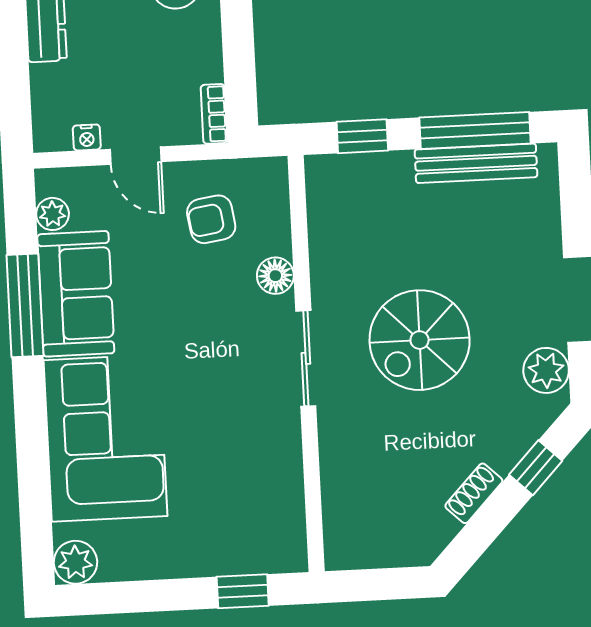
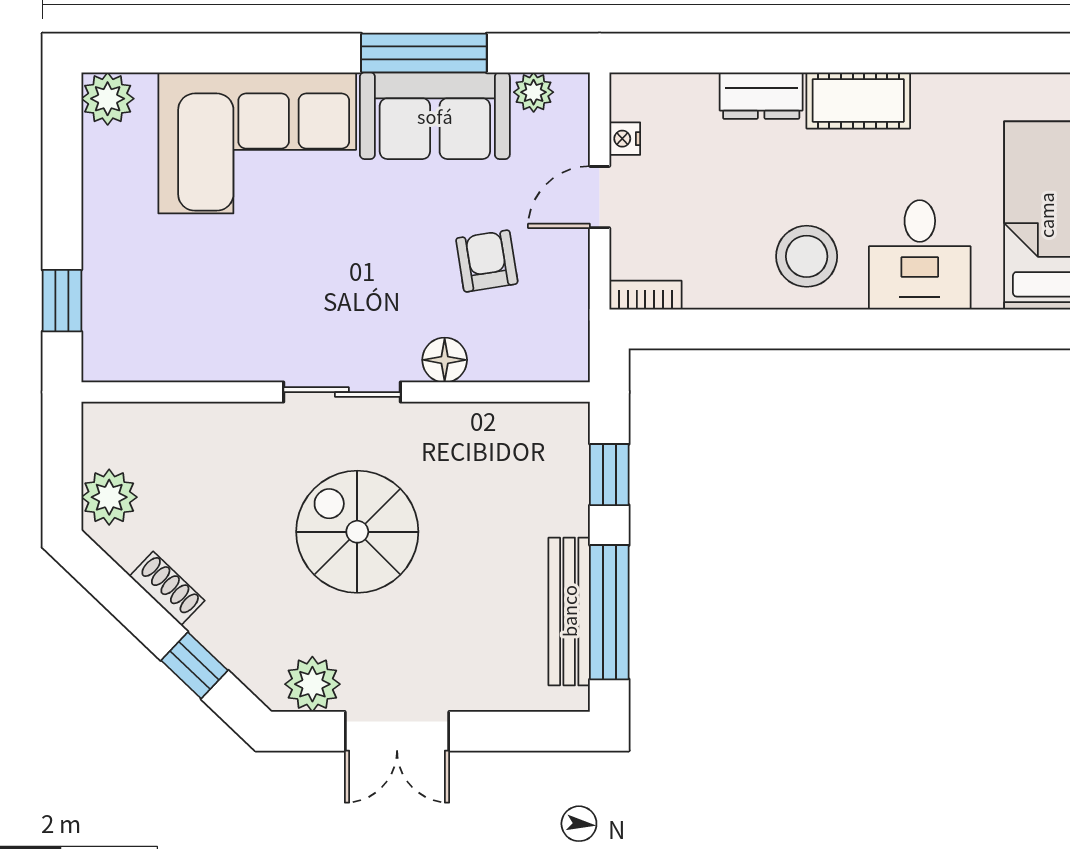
armchair: (211, 219) -> (487, 261), moved
plant: (402, 544) -> (109, 497), added

